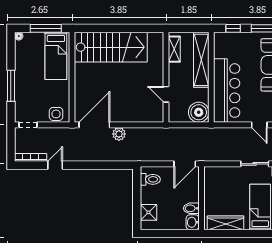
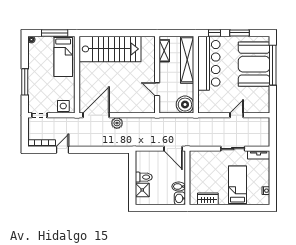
bar counter: (227, 91) -> (209, 63), moved
door: (259, 125) -> (237, 115), swing flipped
door: (185, 164) -> (173, 149), hinge flipped
toilet: (150, 179) -> (144, 177), moved
wardrobe: (225, 223) -> (208, 199), width x0.67

